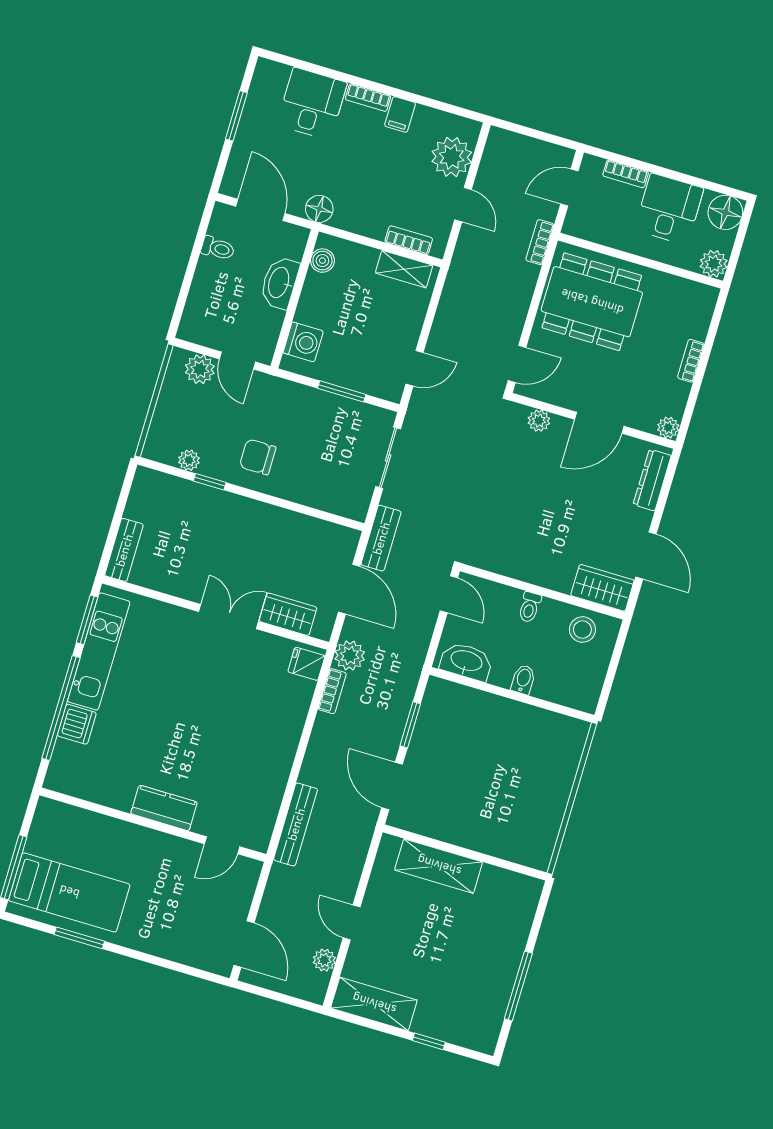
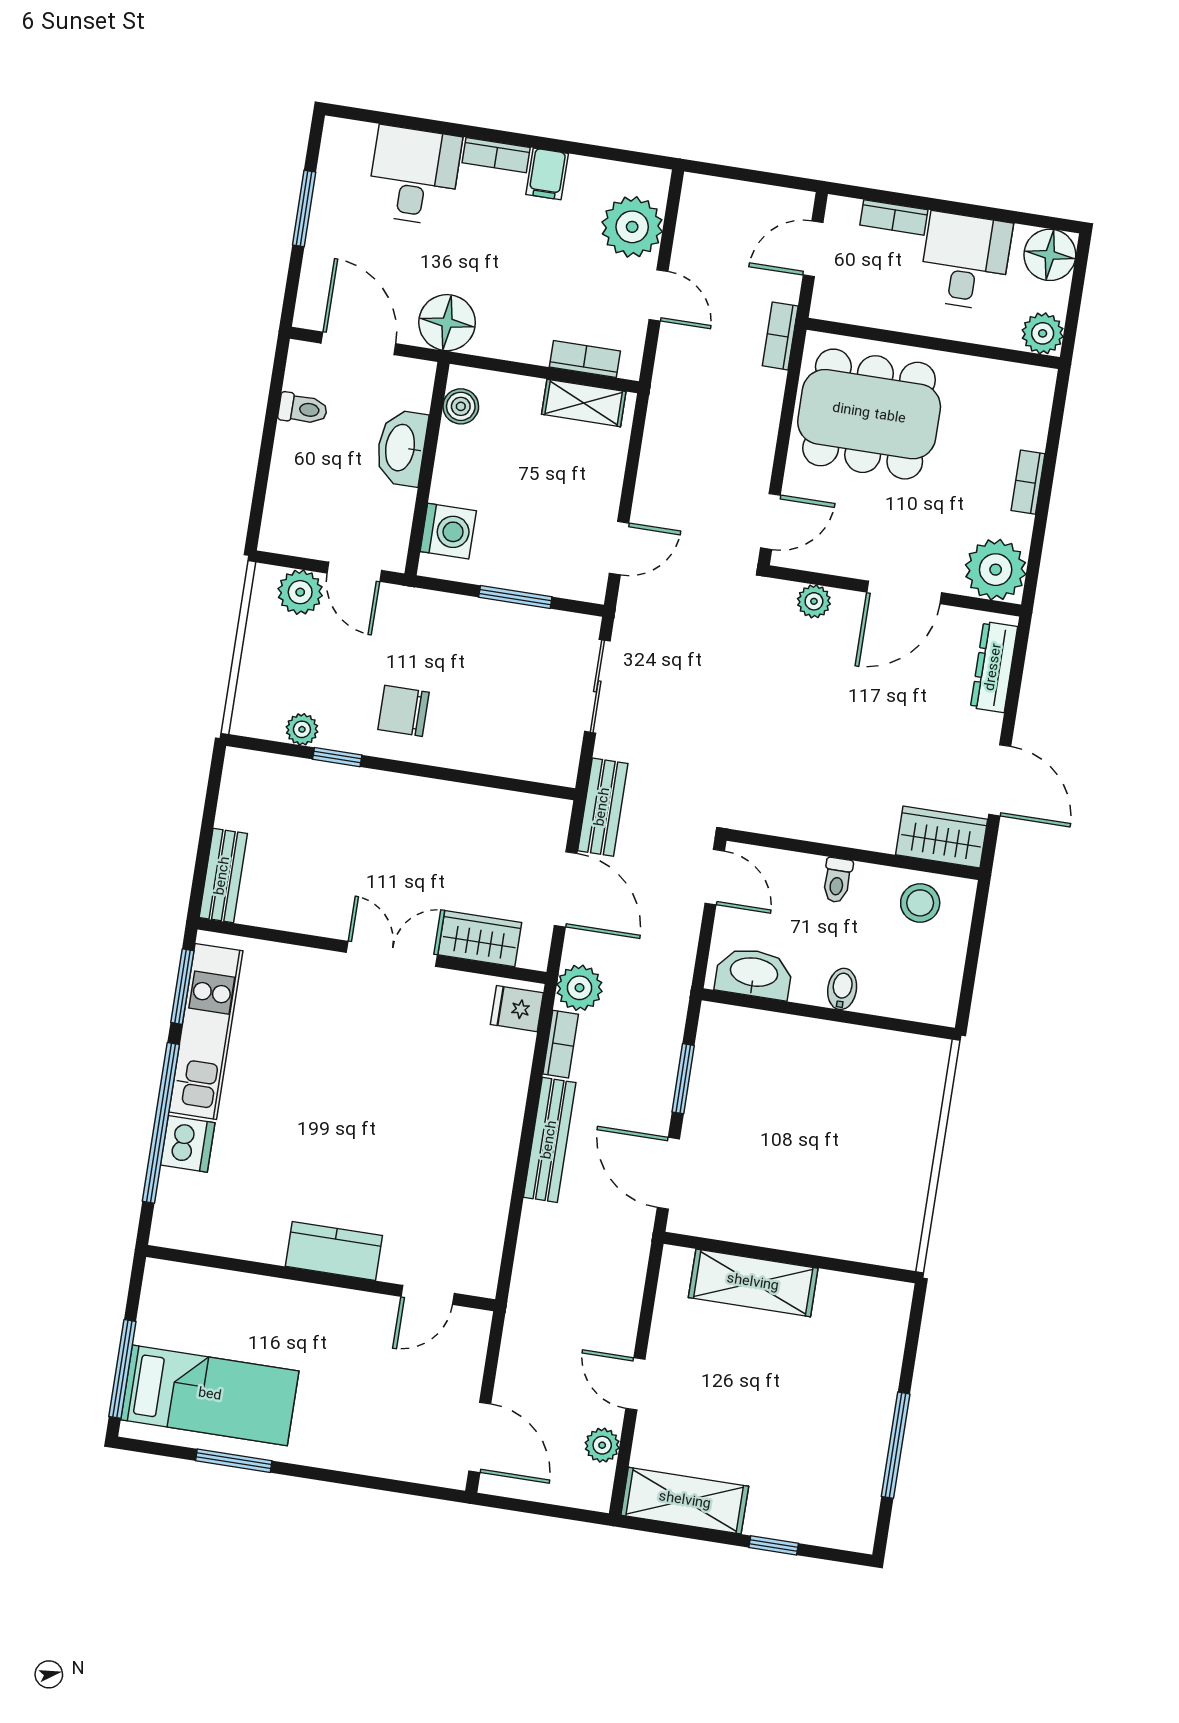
floor lamp: (319, 209) -> (447, 323), width x1.38, depth x1.38
plant: (668, 428) -> (996, 570), width x1.88, depth x1.88
bench: (296, 824) -> (550, 1140), moved

